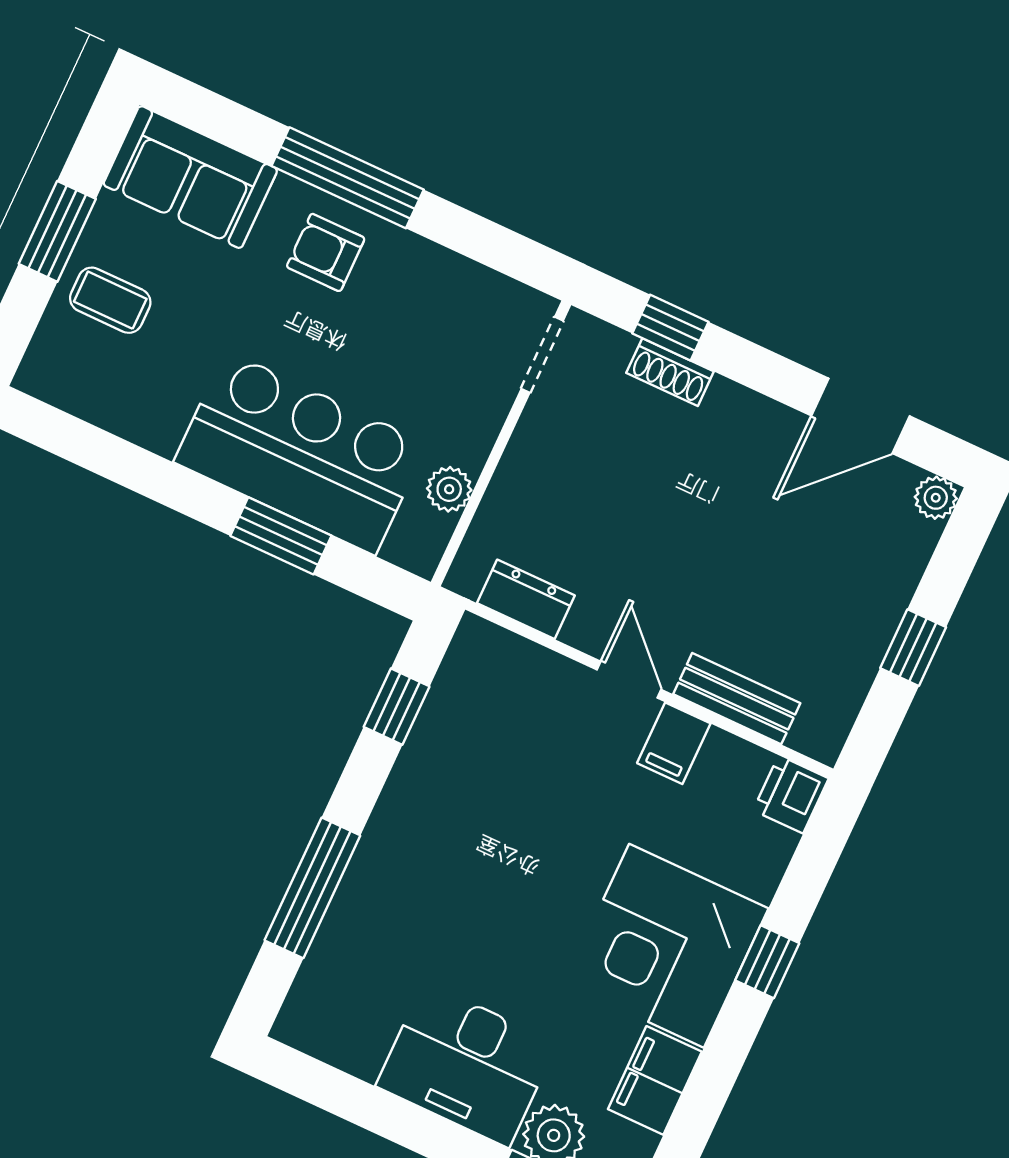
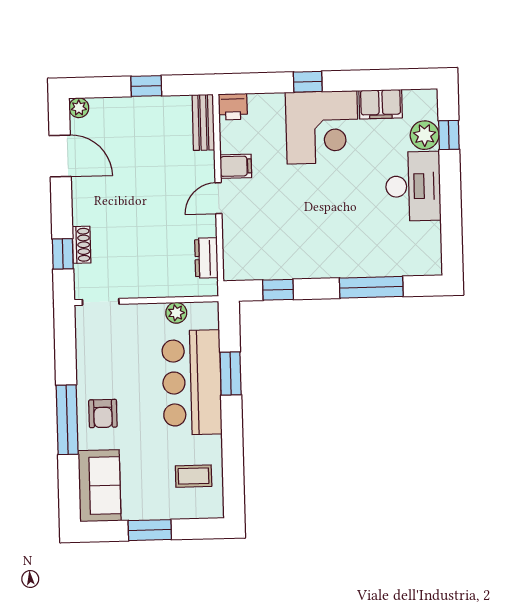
coffee table: (110, 300) -> (194, 476), moved, turned 90
bench: (737, 699) -> (203, 122), moved

